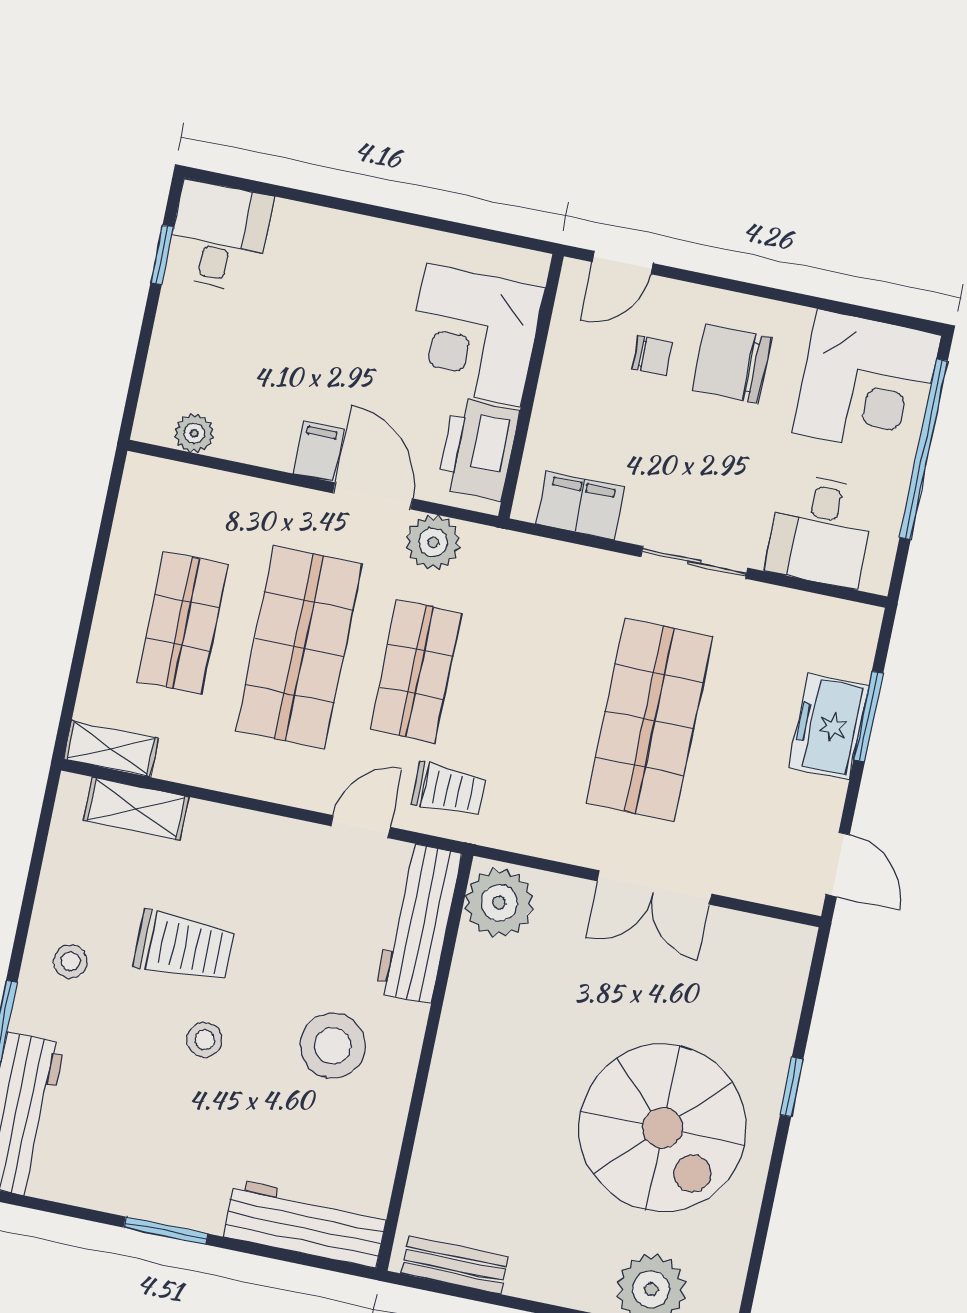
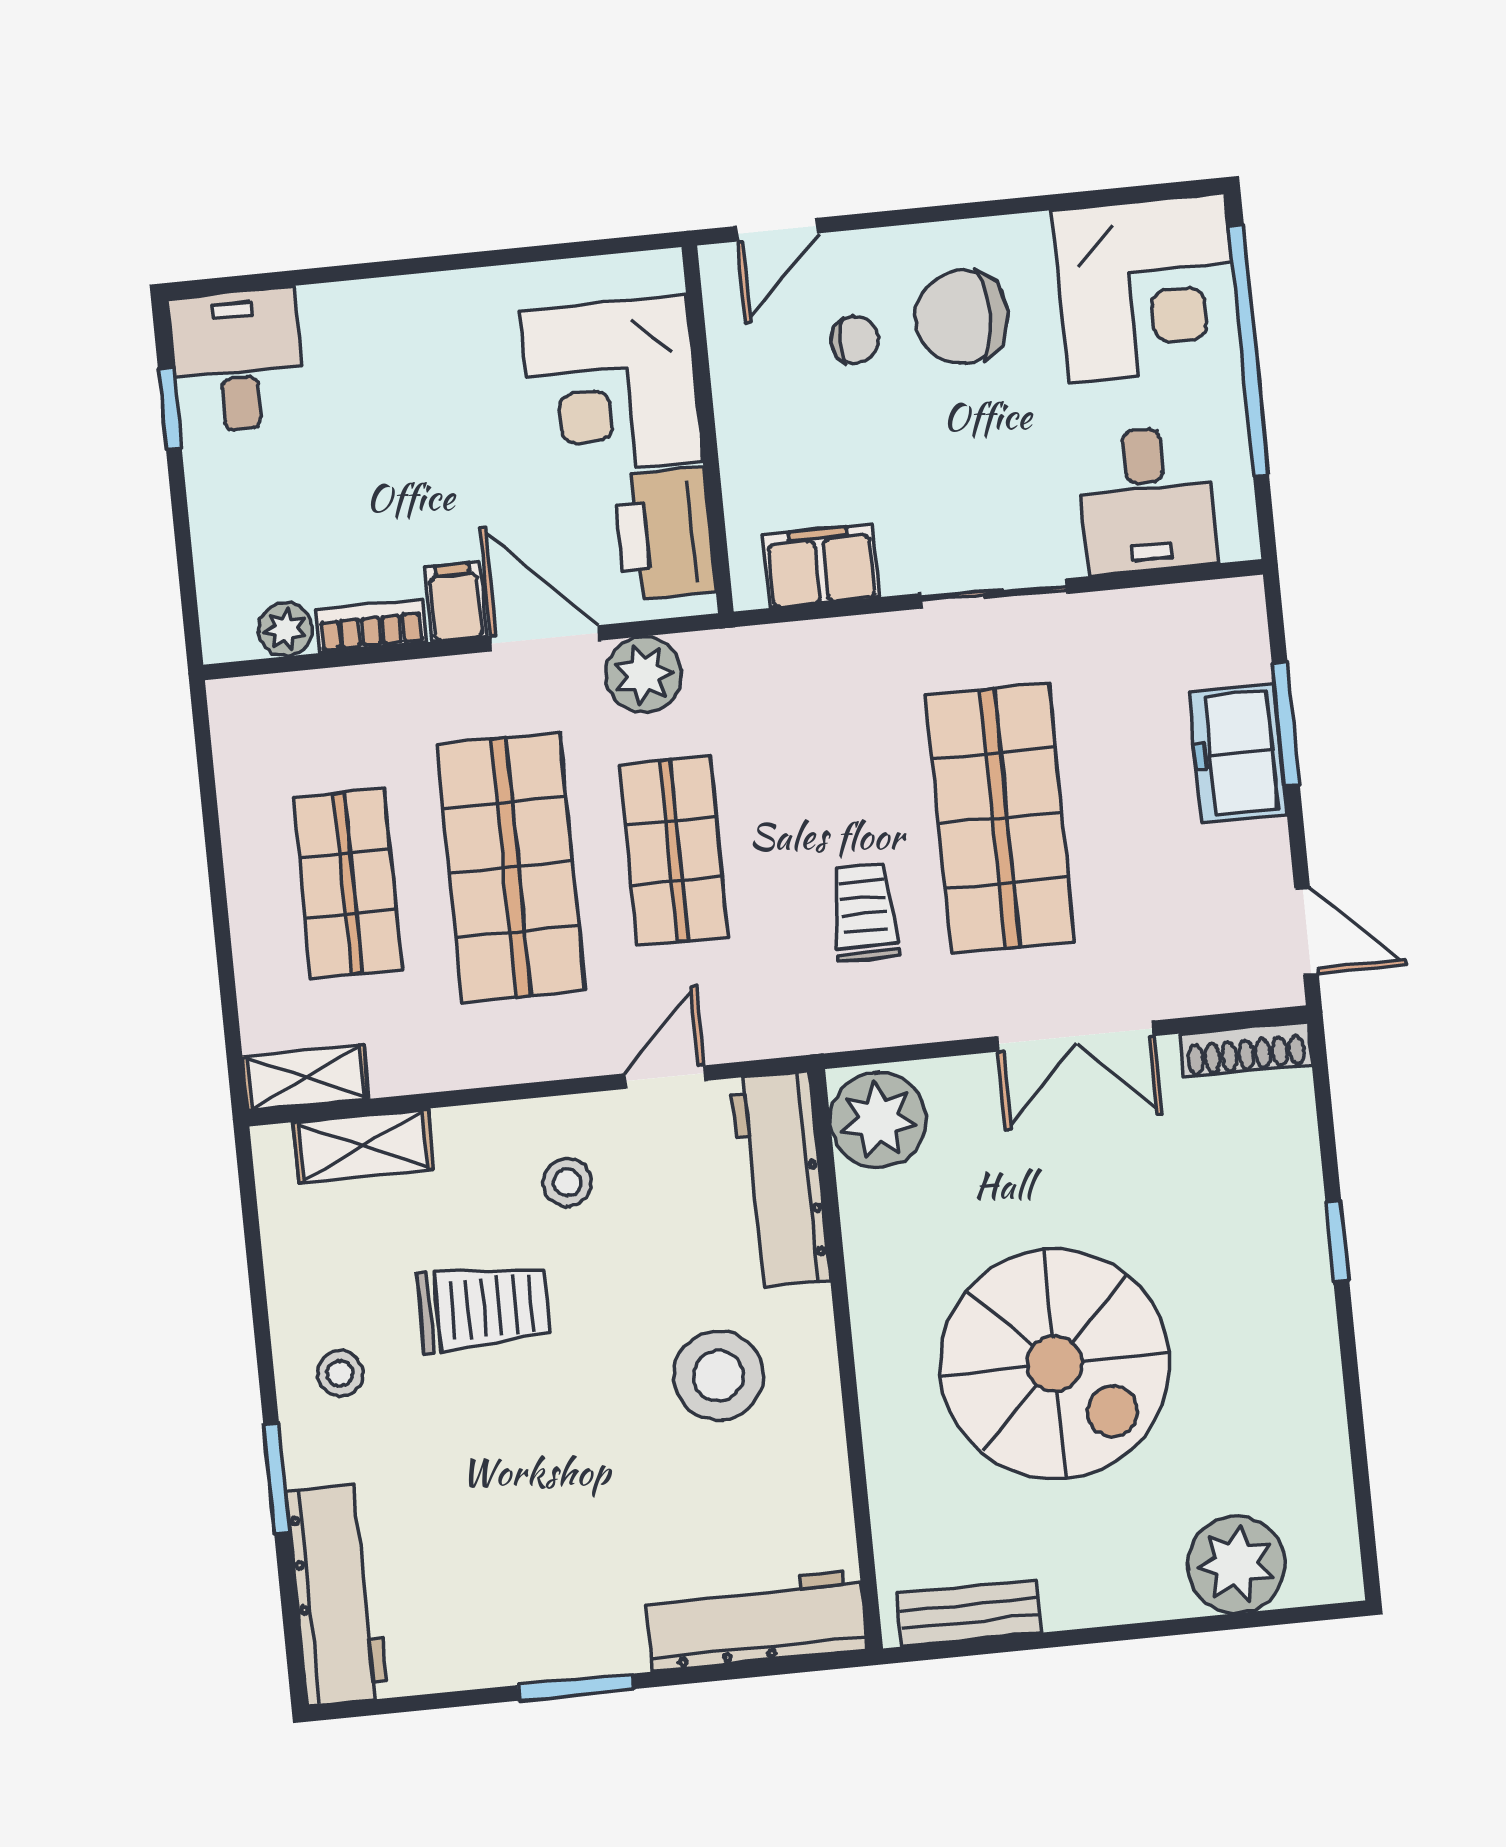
bookcase: (254, 450) -> (371, 626), added
trolley: (449, 790) -> (864, 913), moved, turned -90
shoe rack: (770, 933) -> (1246, 1049), added
stool: (205, 1040) -> (567, 1182), moved
spiral stairs: (663, 1128) -> (1055, 1364), moved

